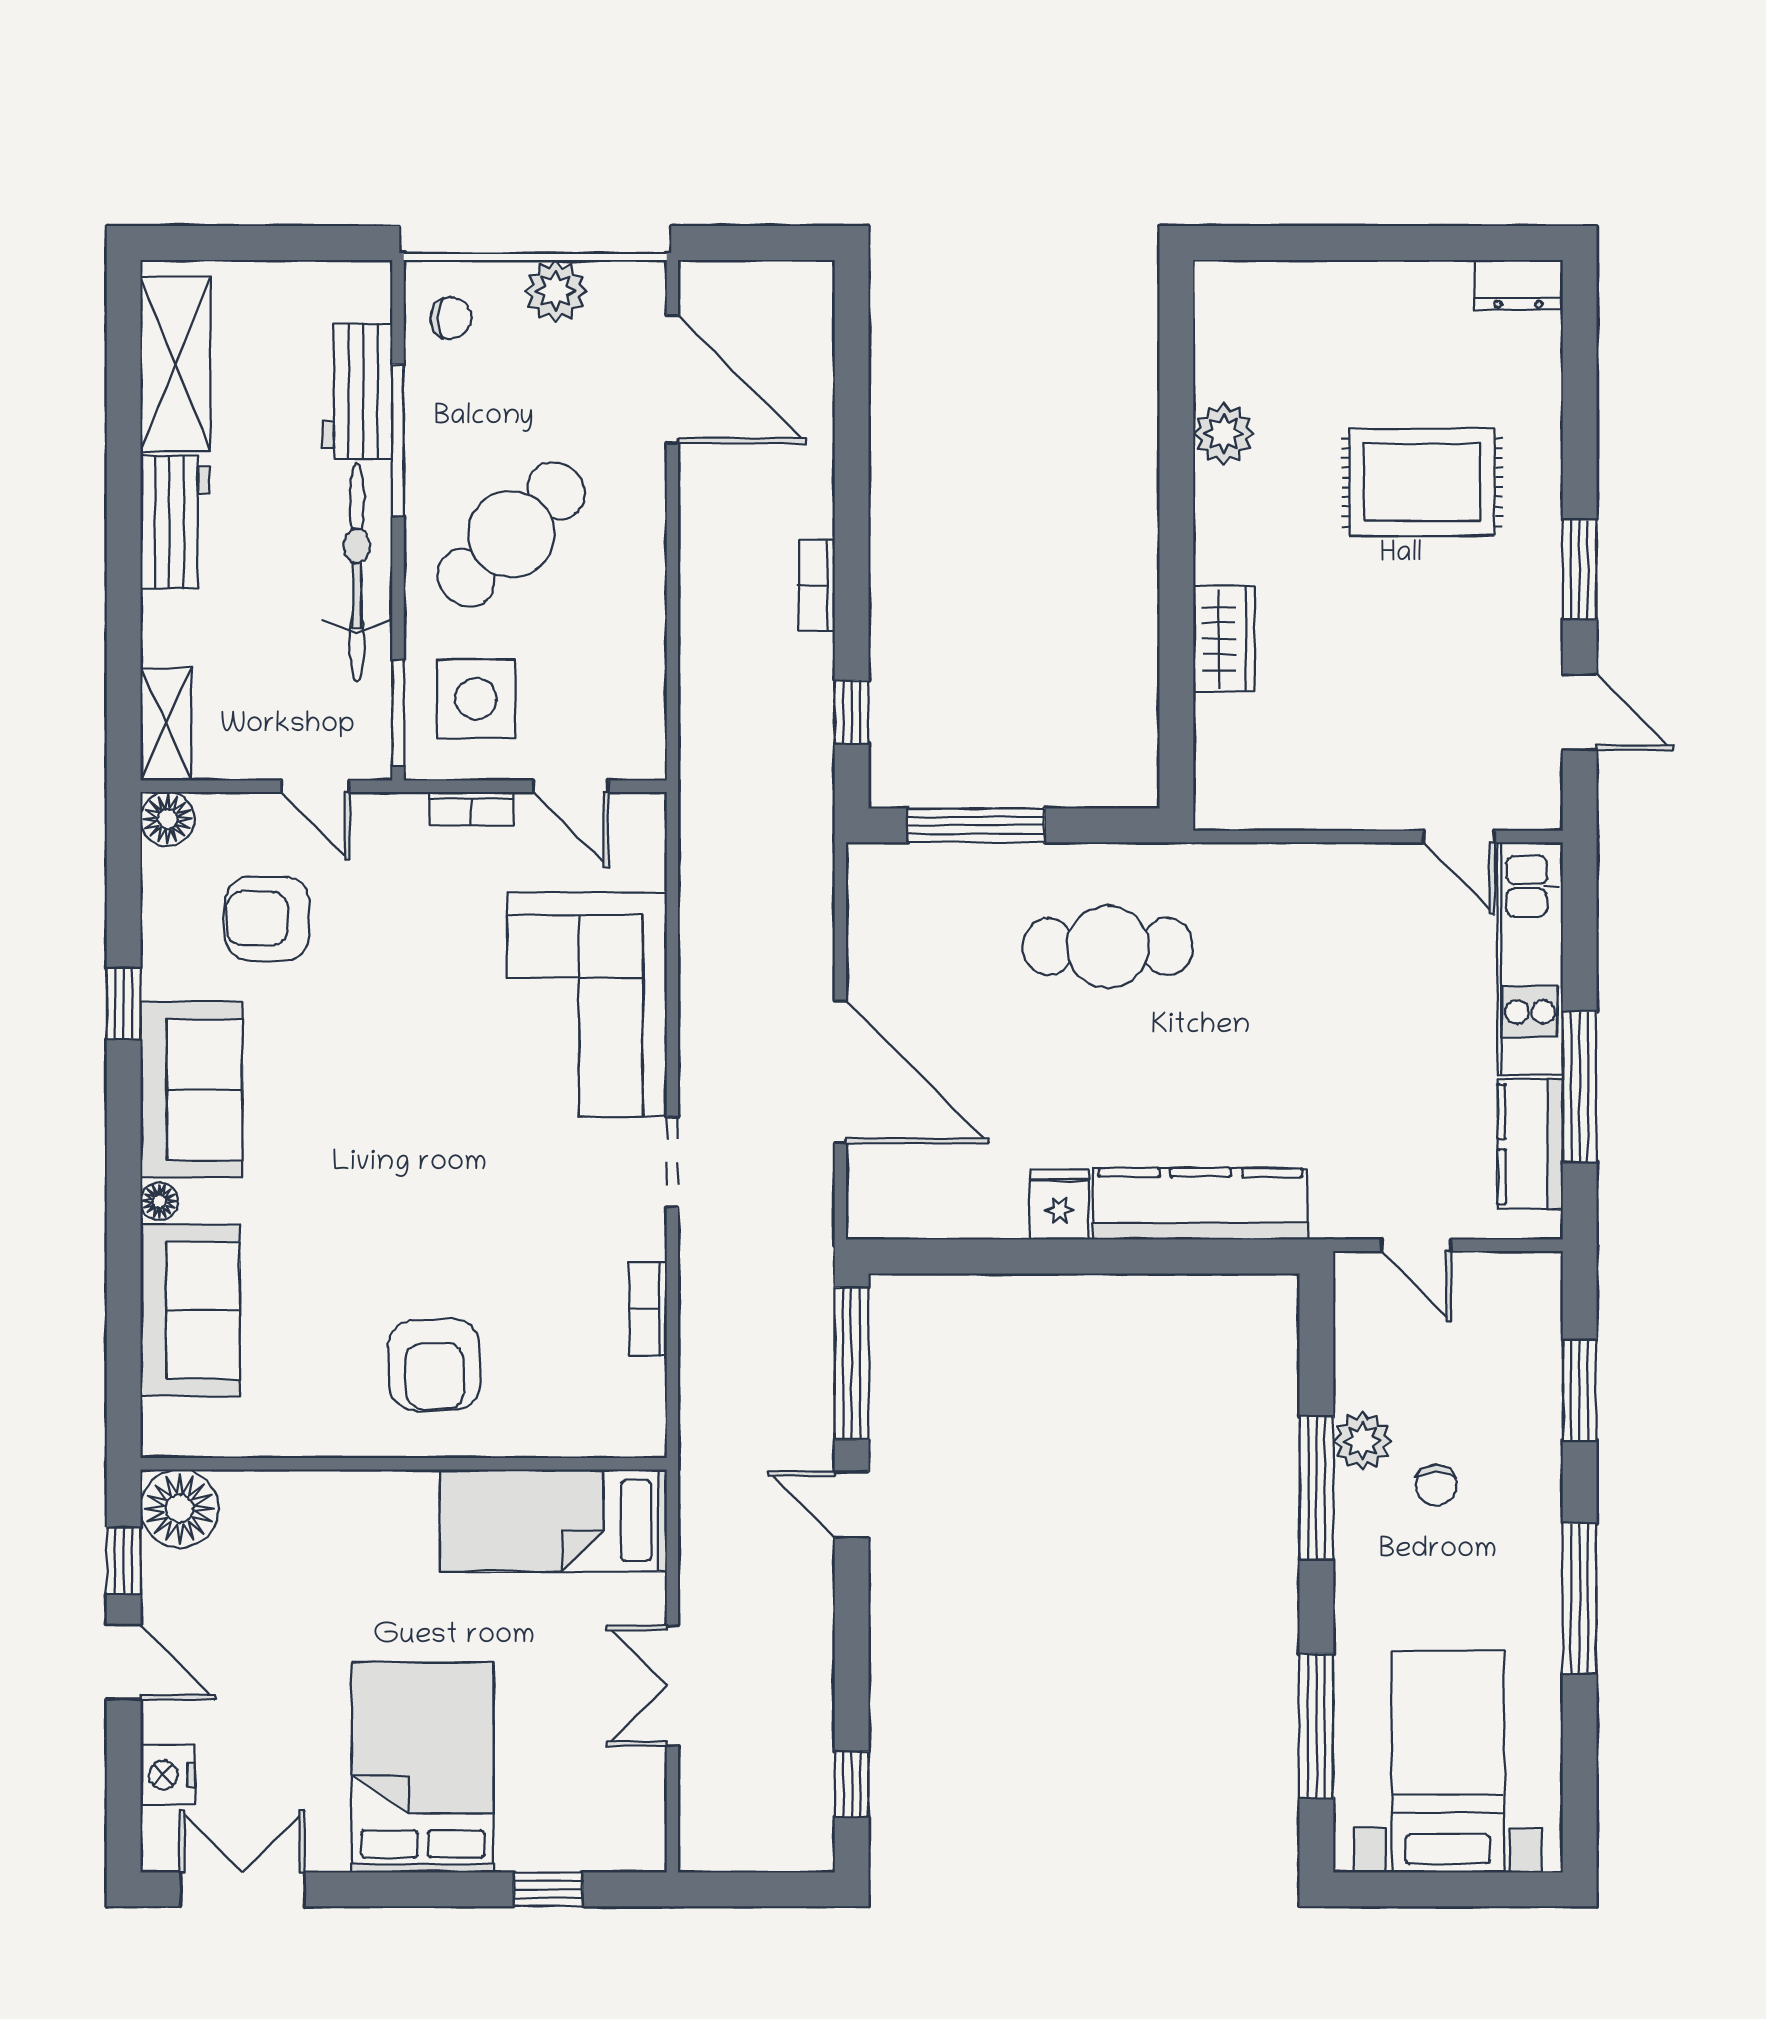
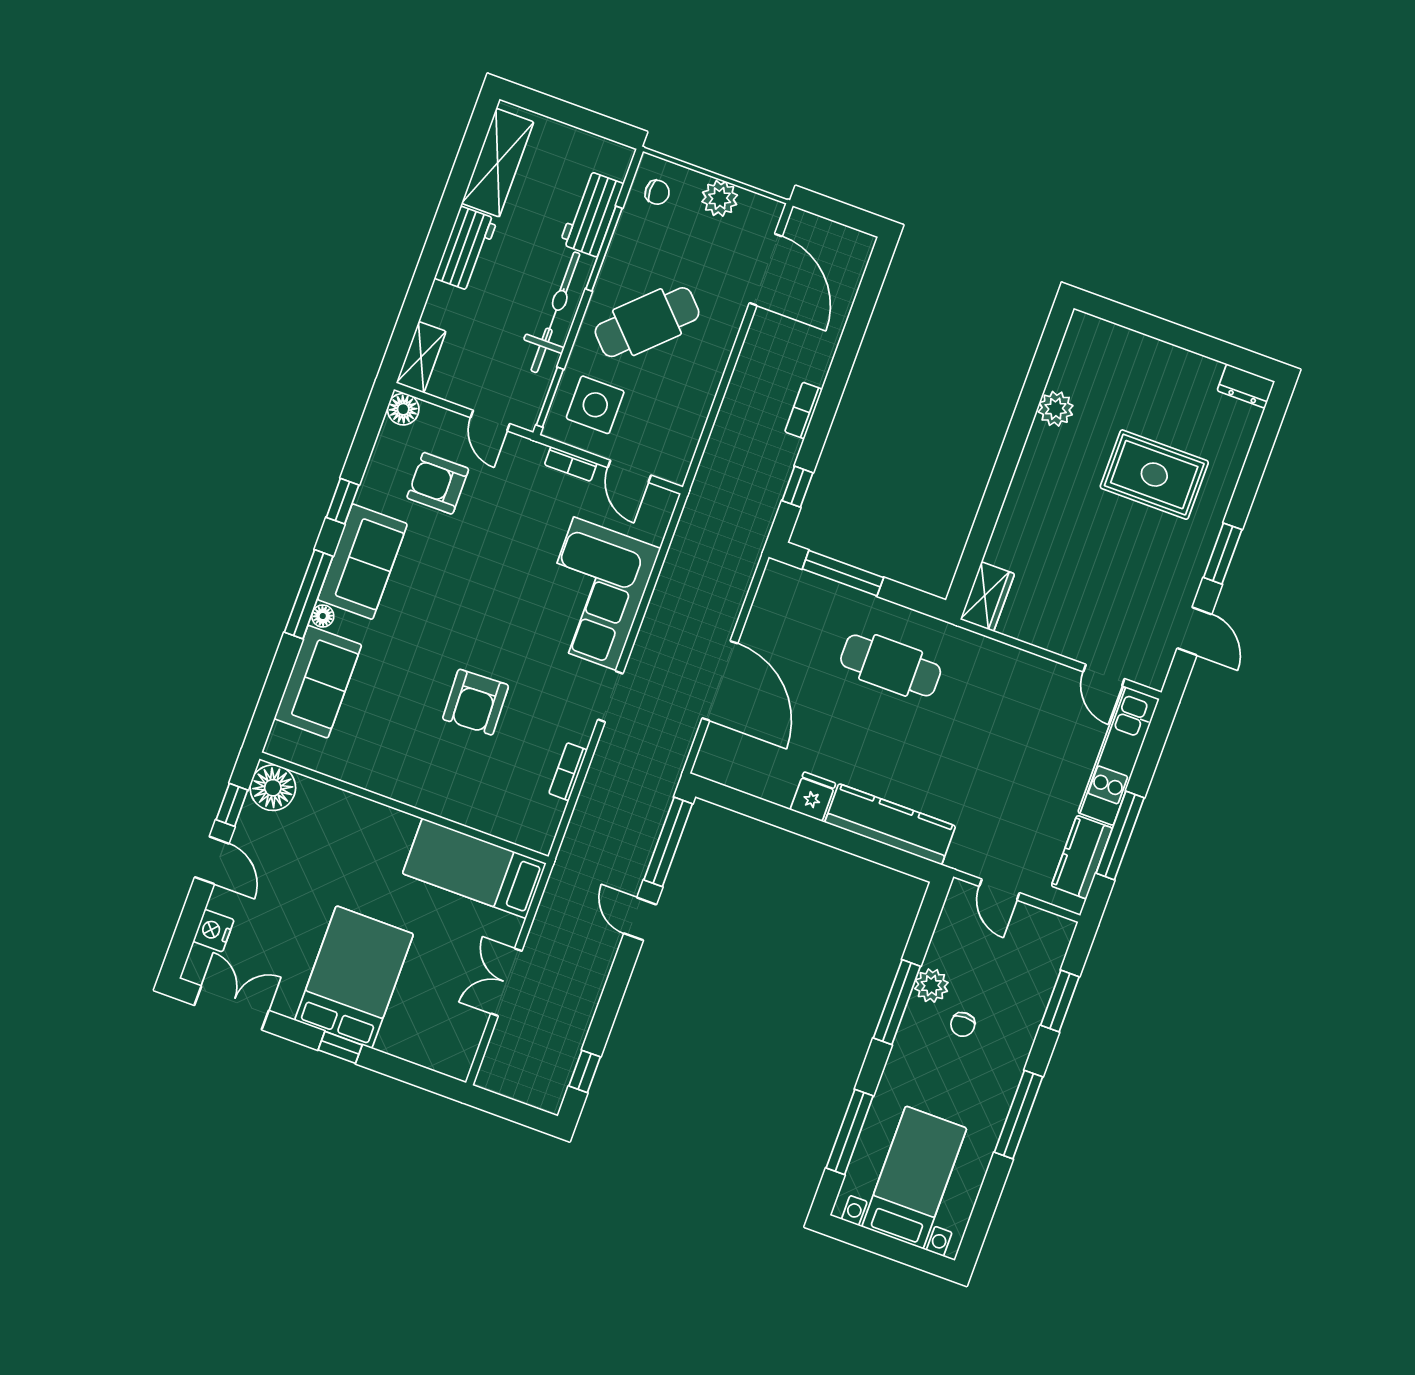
wardrobe: (1224, 639) -> (987, 596), moved
window: (124, 1174) -> (309, 594), added
armchair: (434, 1365) -> (476, 702), moved
window: (548, 1889) -> (340, 1047), moved

